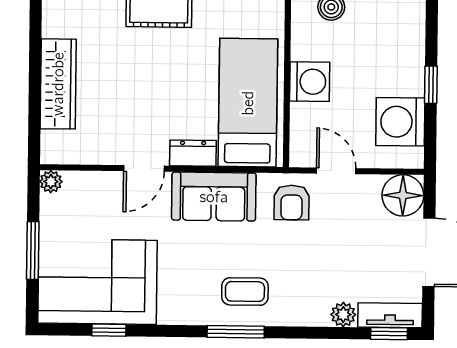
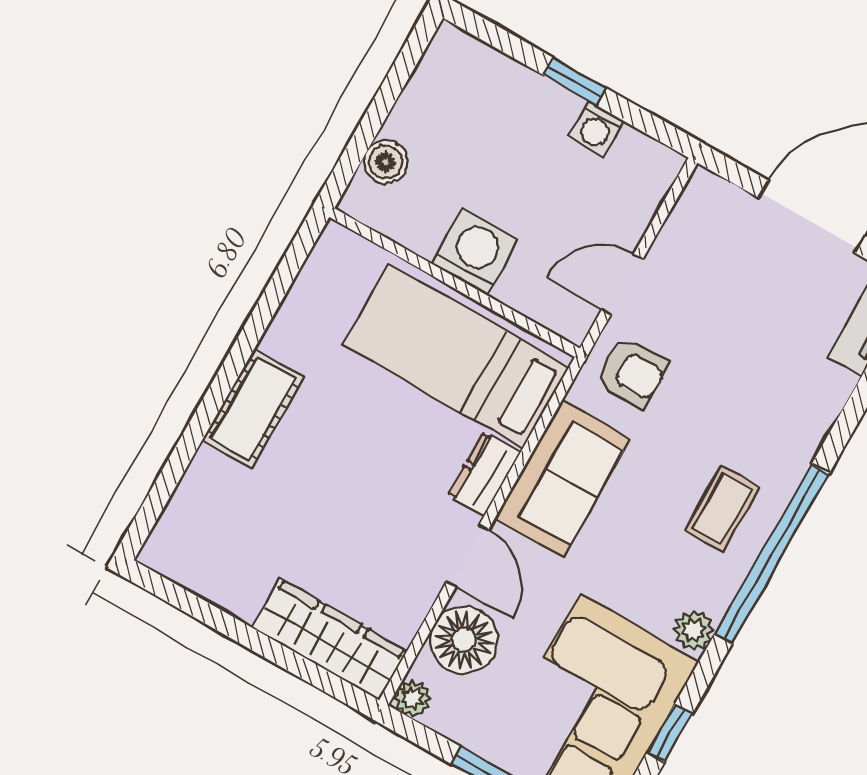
wardrobe: (58, 84) -> (330, 639), moved
washing machine: (400, 122) -> (596, 129), width x0.53, depth x0.53
floor lamp: (403, 195) -> (464, 640), moved
plant: (343, 315) -> (694, 631), moved
window: (236, 332) -> (772, 554), width x2.11

